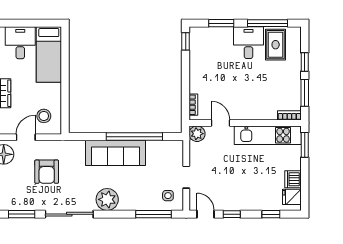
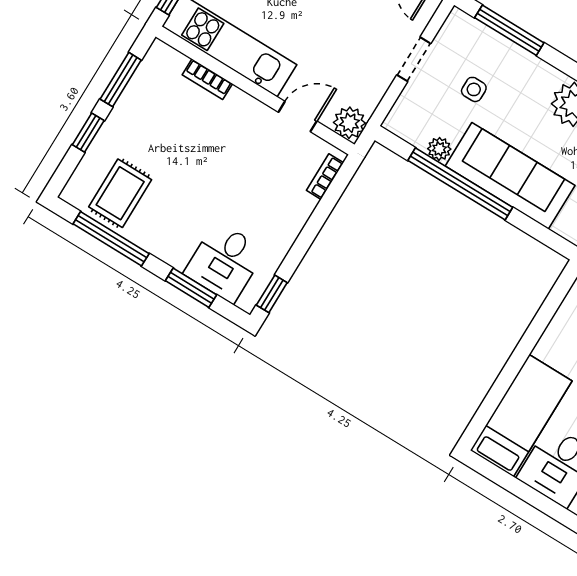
desk: (248, 43) -> (225, 262), moved
bookcase: (289, 115) -> (207, 79), moved
door: (220, 123) -> (298, 117), swing flipped
plant: (152, 146) -> (439, 149), added
side table: (168, 196) -> (474, 89), moved

